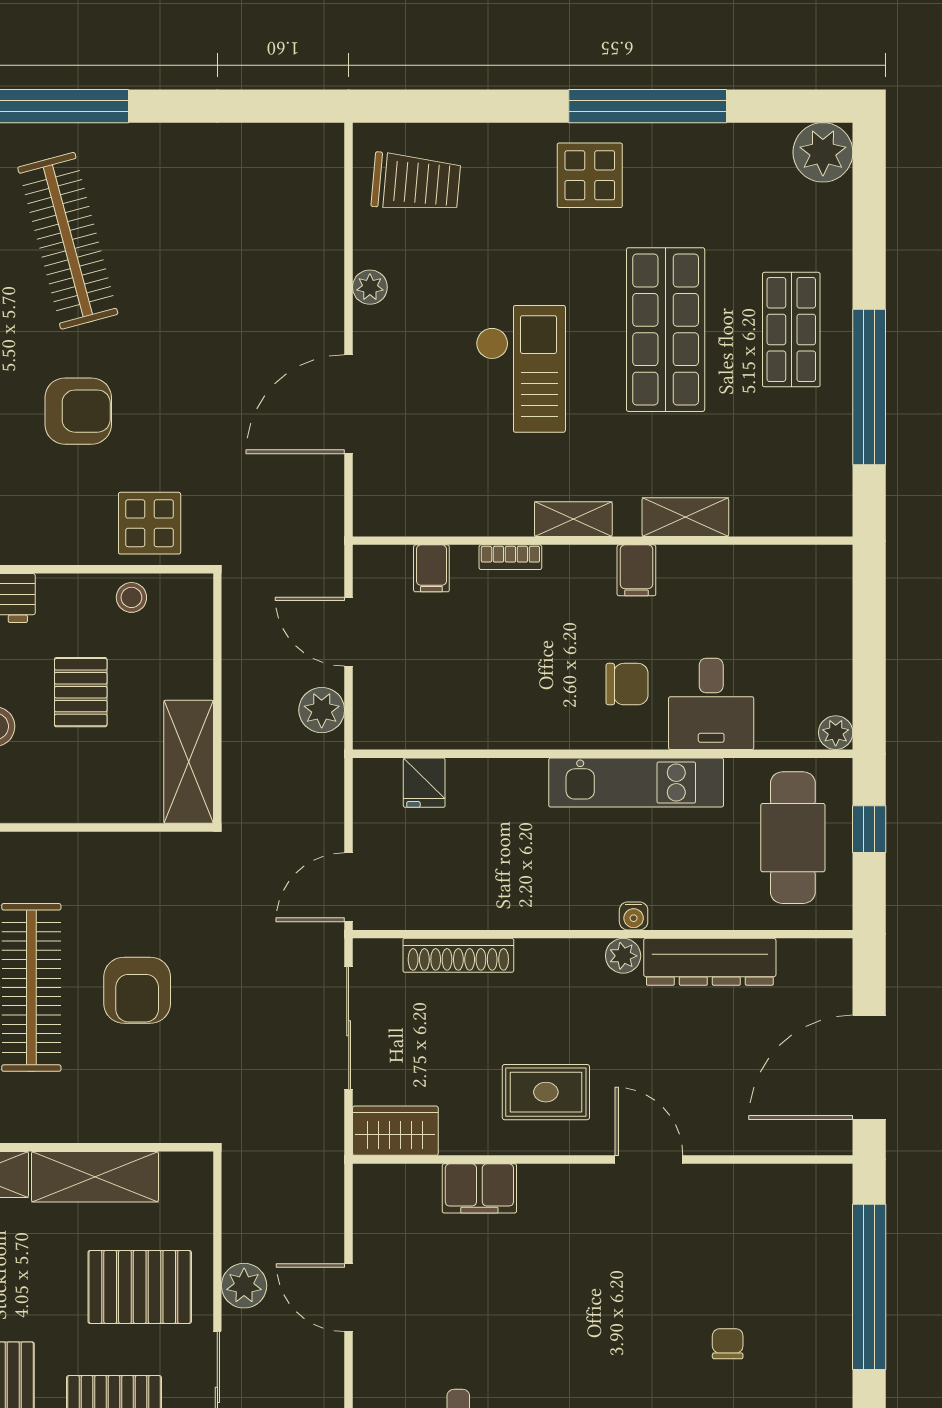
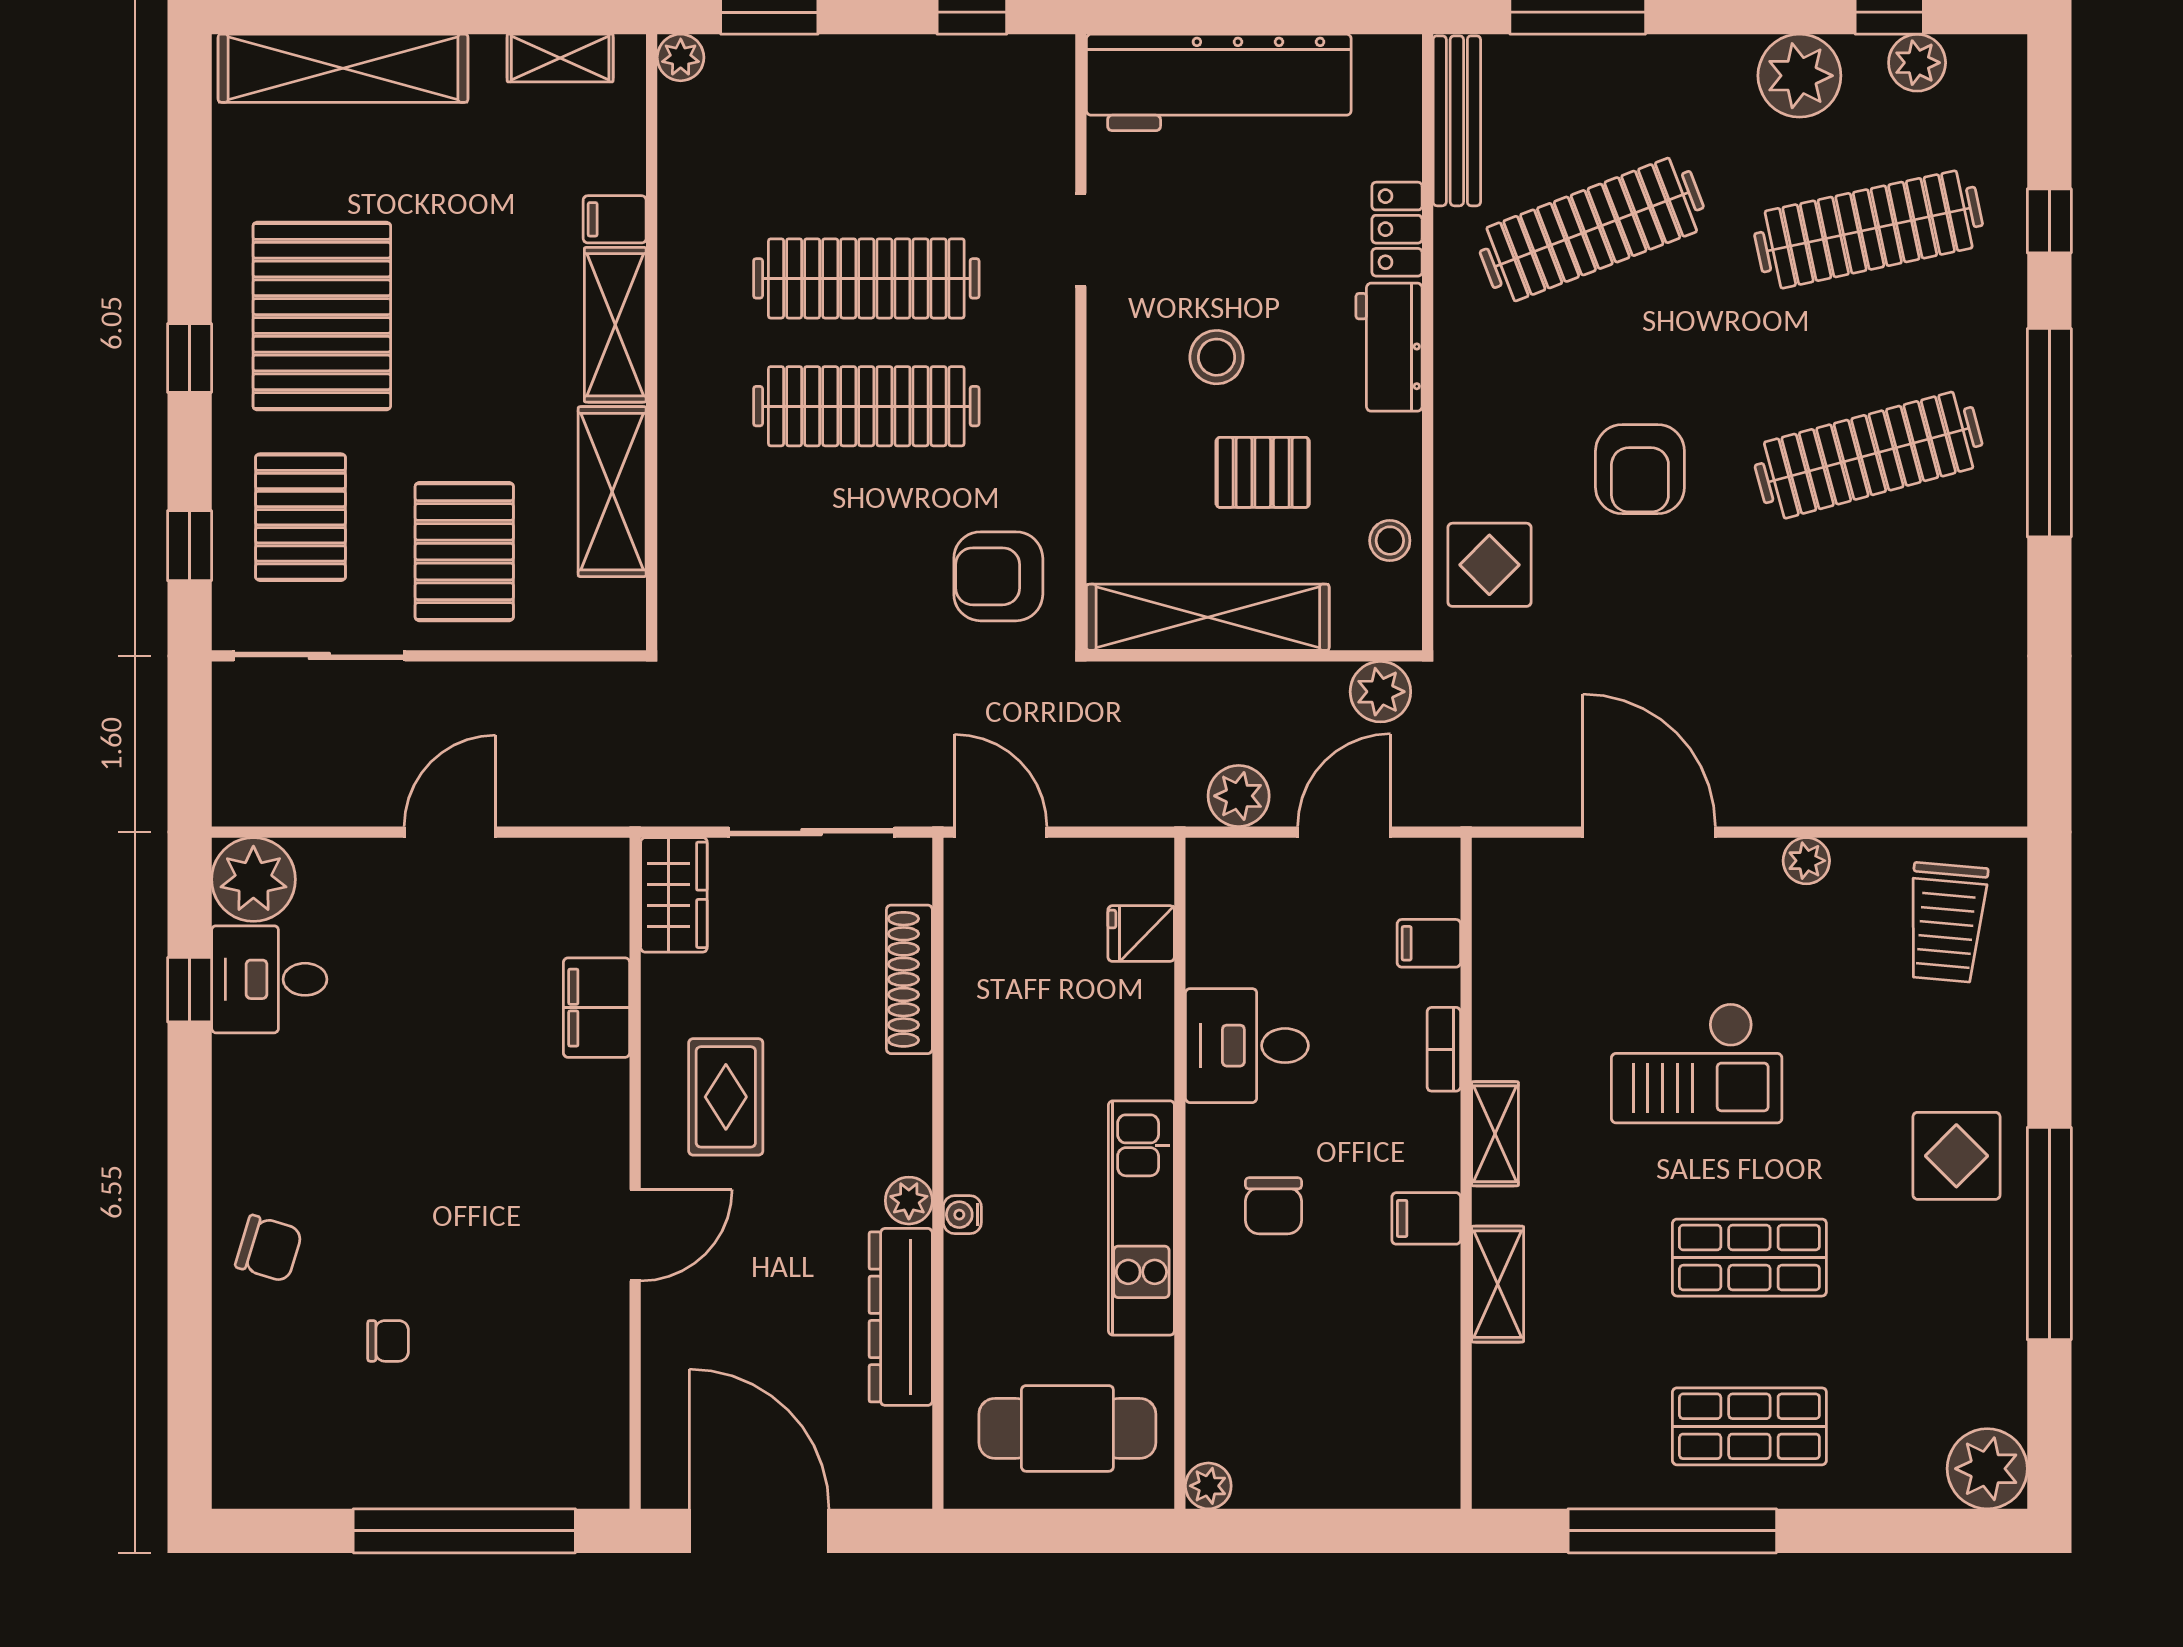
shop shelf: (666, 330) -> (1749, 1258), width x0.70, depth x0.74
desk: (711, 704) -> (1247, 1046), moved
shelving: (189, 762) -> (1208, 617), width x1.47
window: (869, 829) -> (1079, 1531), removed
armchair: (137, 990) -> (998, 576), moved
plant: (244, 1286) -> (1380, 692), moved

